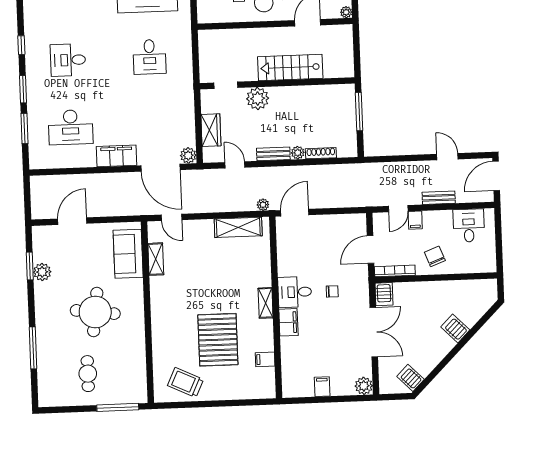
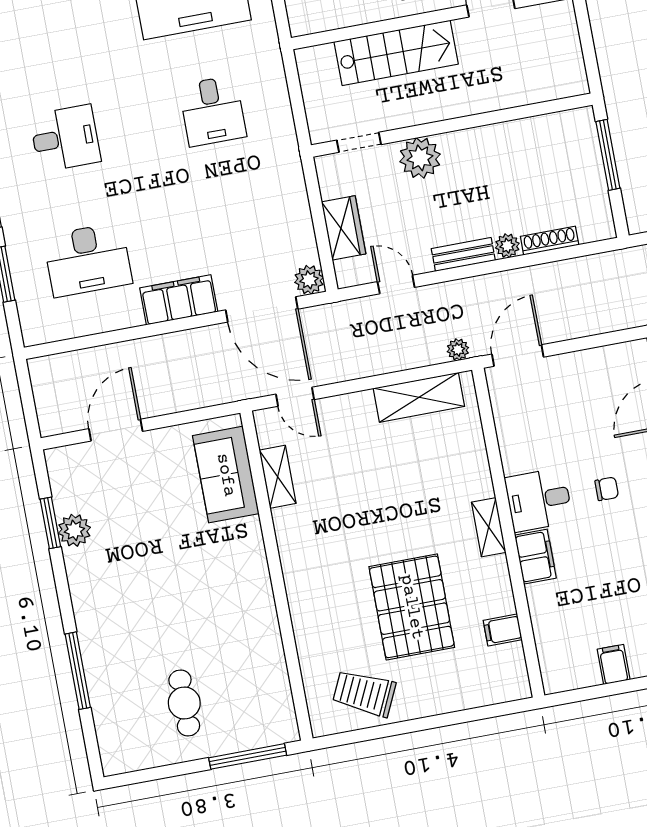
desk: (68, 60) -> (65, 138), turned 180
stairs: (290, 68) -> (396, 53), moved, turned 180
round table: (95, 312) -> (181, 589), removed

